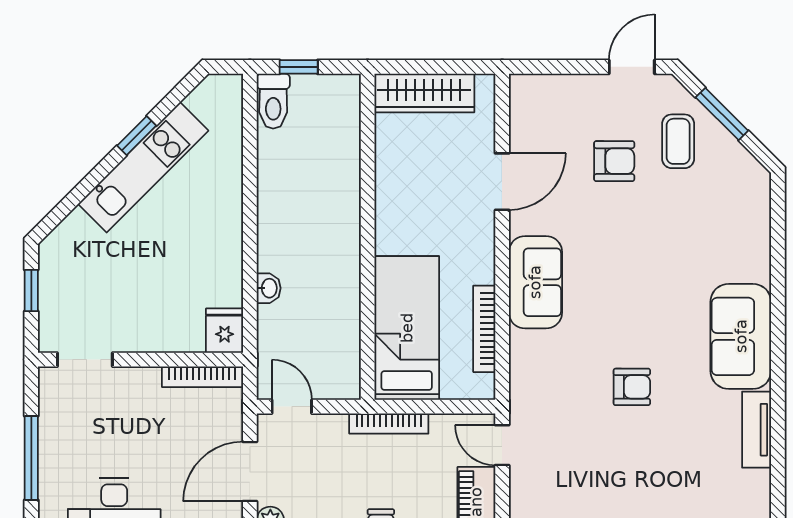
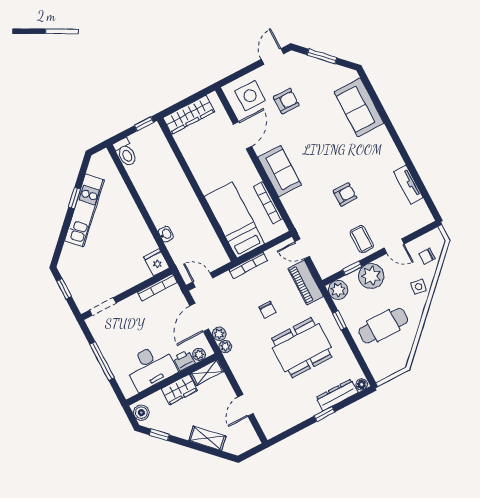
window: (299, 67) -> (144, 124), moved
side table: (554, 117) -> (250, 96), added
coffee table: (678, 141) -> (362, 239), moved
sofa: (741, 336) -> (359, 107), moved

